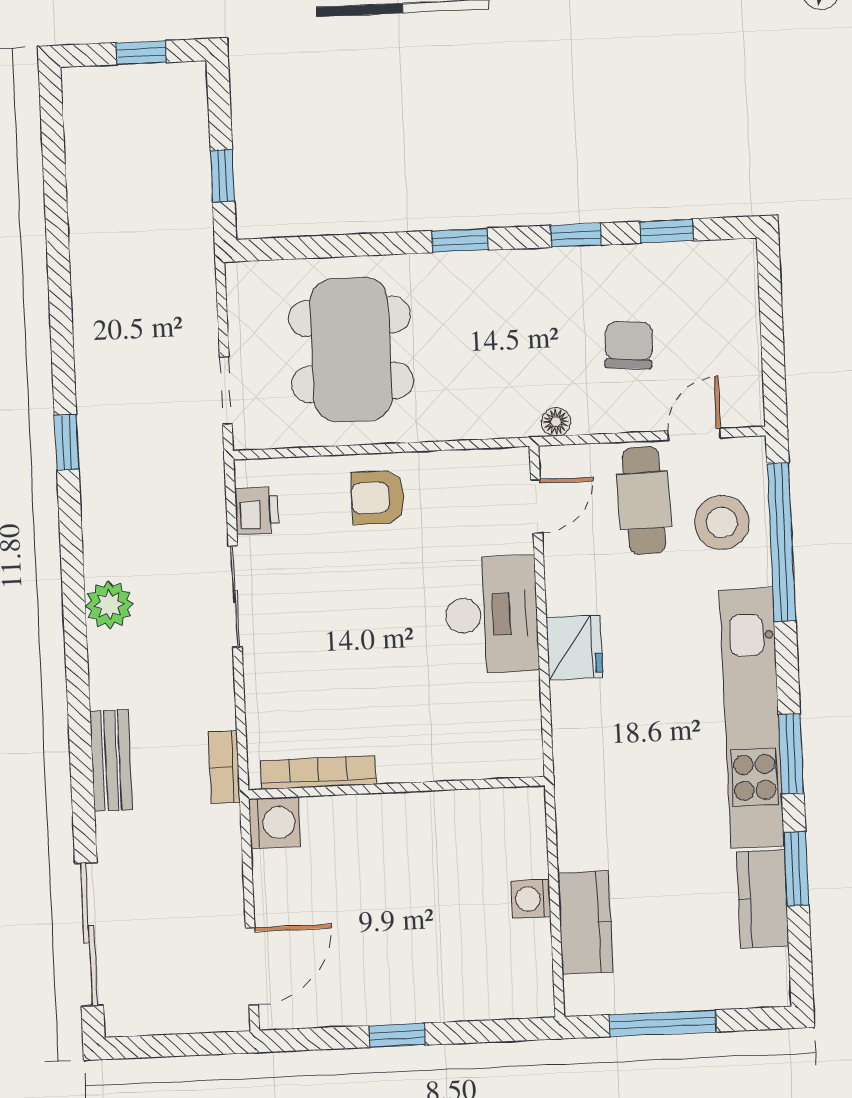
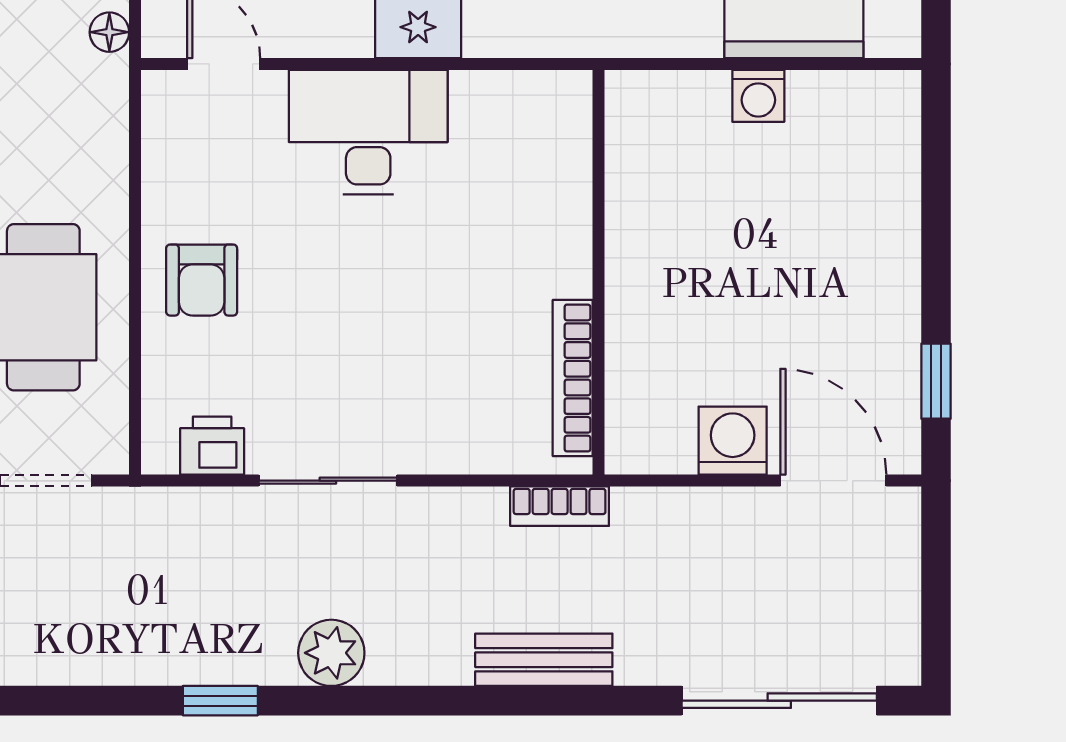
window: (67, 442) -> (220, 701), moved
washing machine: (275, 823) -> (733, 441), moved
window: (397, 1035) -> (936, 381), moved

